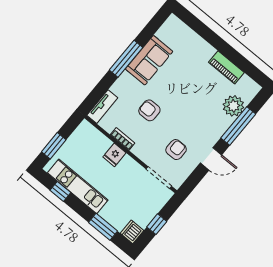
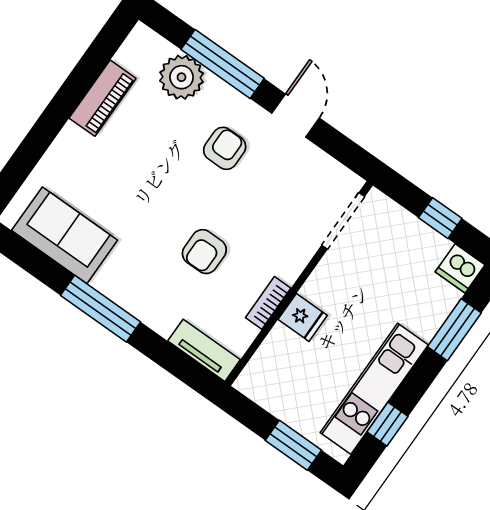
sofa: (149, 60) -> (65, 235), moved
armchair: (176, 150) -> (225, 148), moved, turned 90

